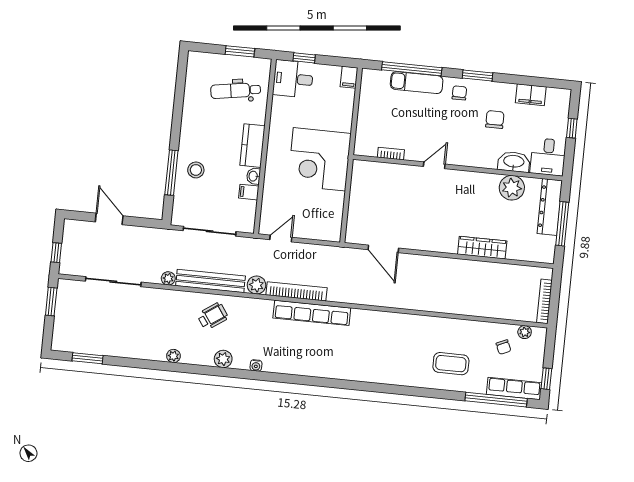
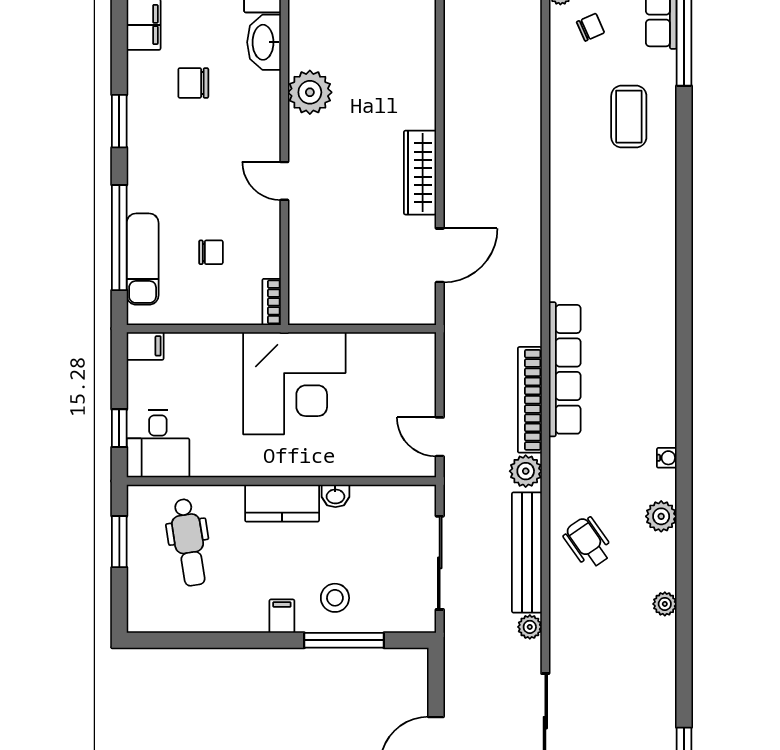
exam couch: (417, 83) -> (143, 259), moved
chair: (459, 93) -> (211, 252), moved, turned 180
bookcase: (391, 154) -> (272, 302), moved
plant: (512, 188) -> (310, 92), moved
filing cabinet: (249, 192) -> (282, 616), moved, turned 180
wardrobe: (482, 248) -> (420, 173), moved

